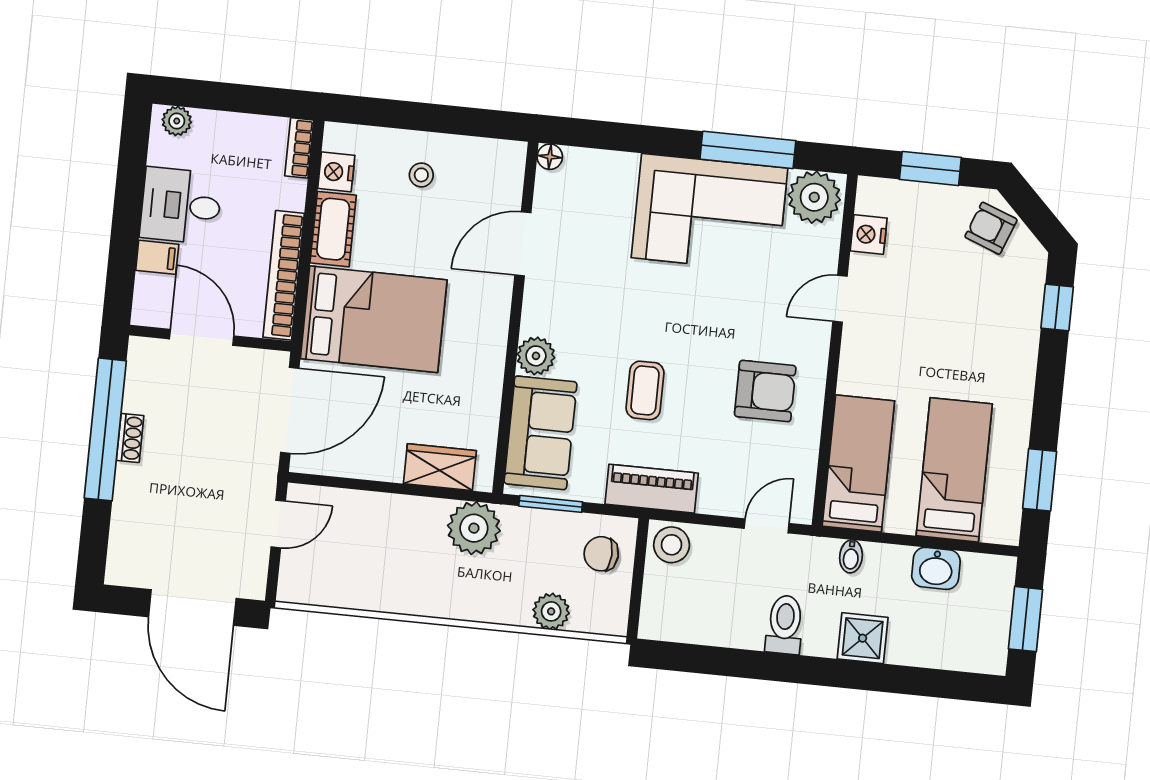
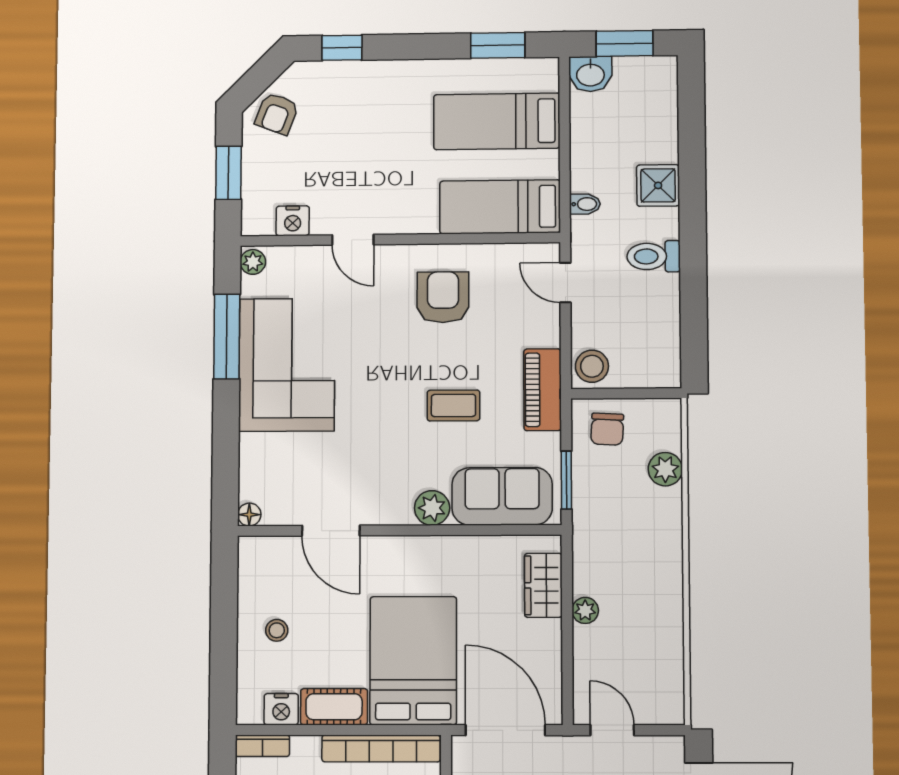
plant: (814, 197) -> (253, 262), width x0.53, depth x0.53
plant: (474, 528) -> (585, 610), moved, width x0.53, depth x0.53
washbasin: (936, 568) -> (590, 74), moved, turned 90

